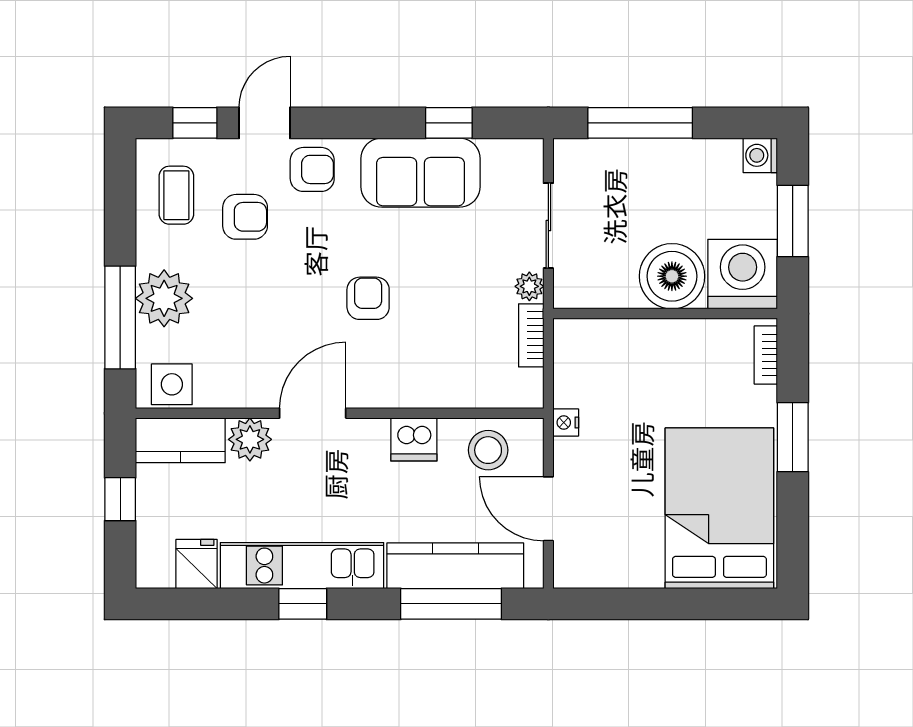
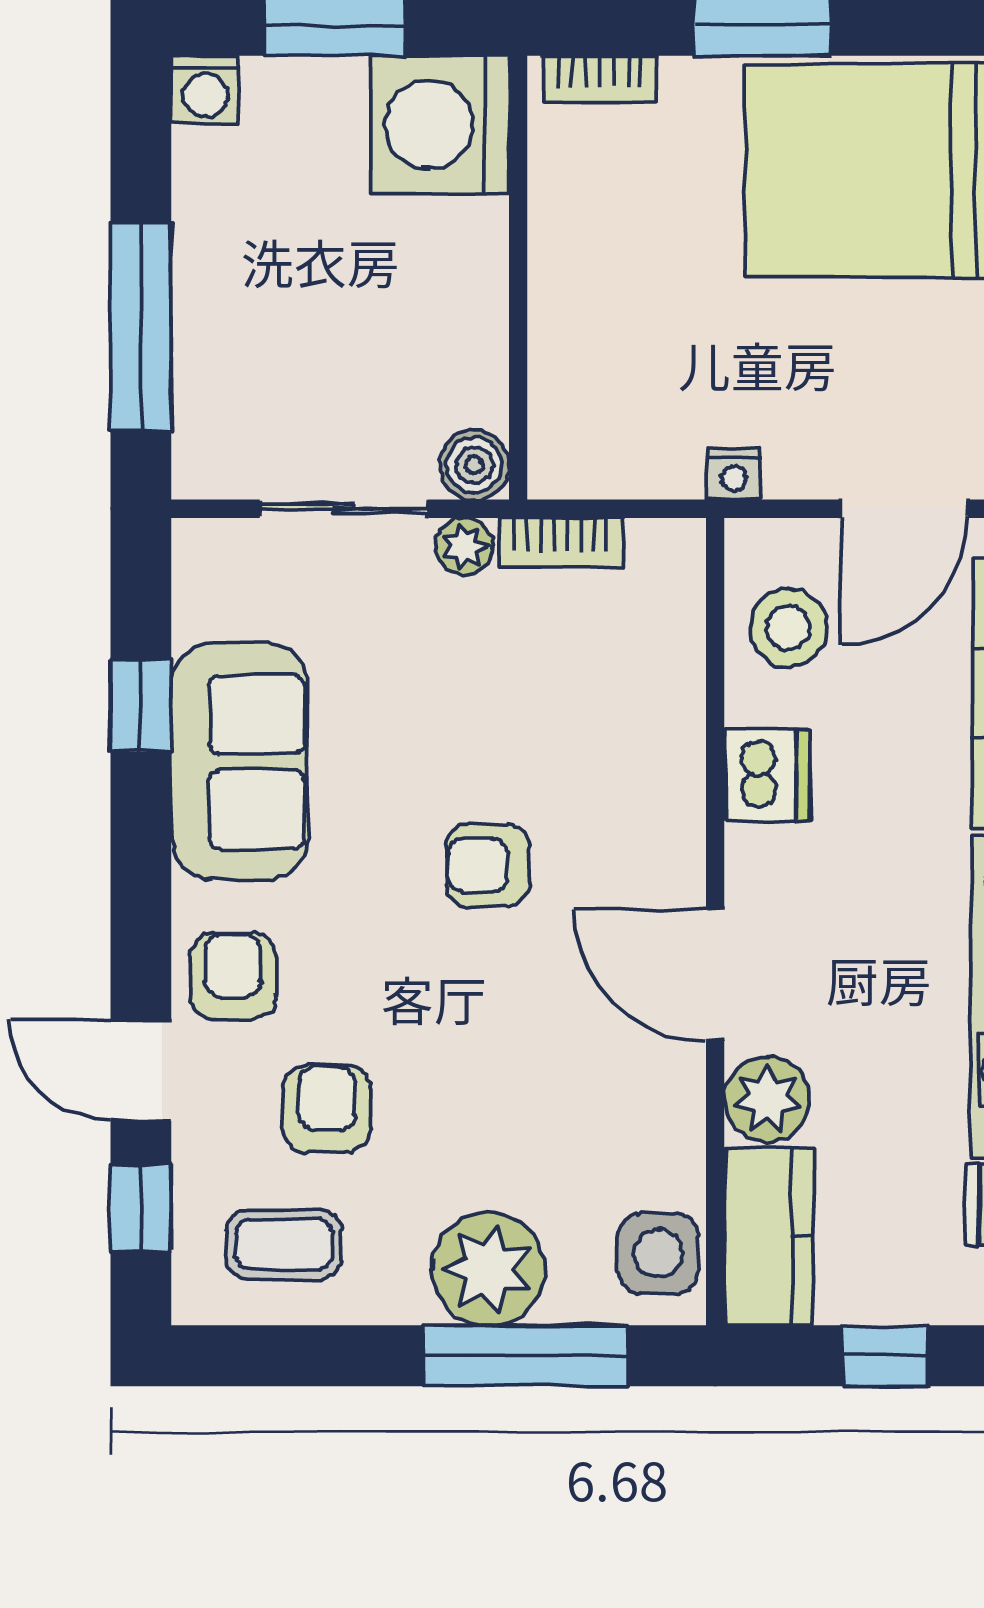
boiler: (672, 276) -> (474, 465), moved, width x0.54, depth x0.54

